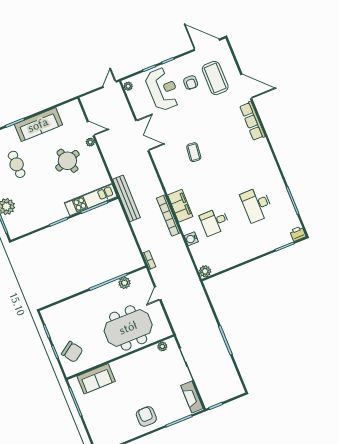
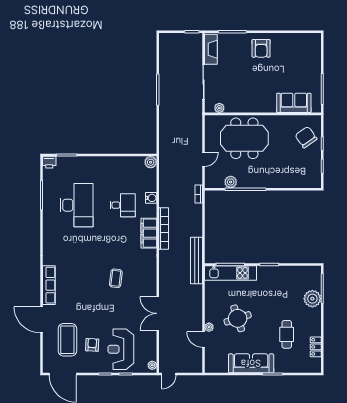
desk: (257, 204) -> (77, 205), width x1.36, depth x1.30

